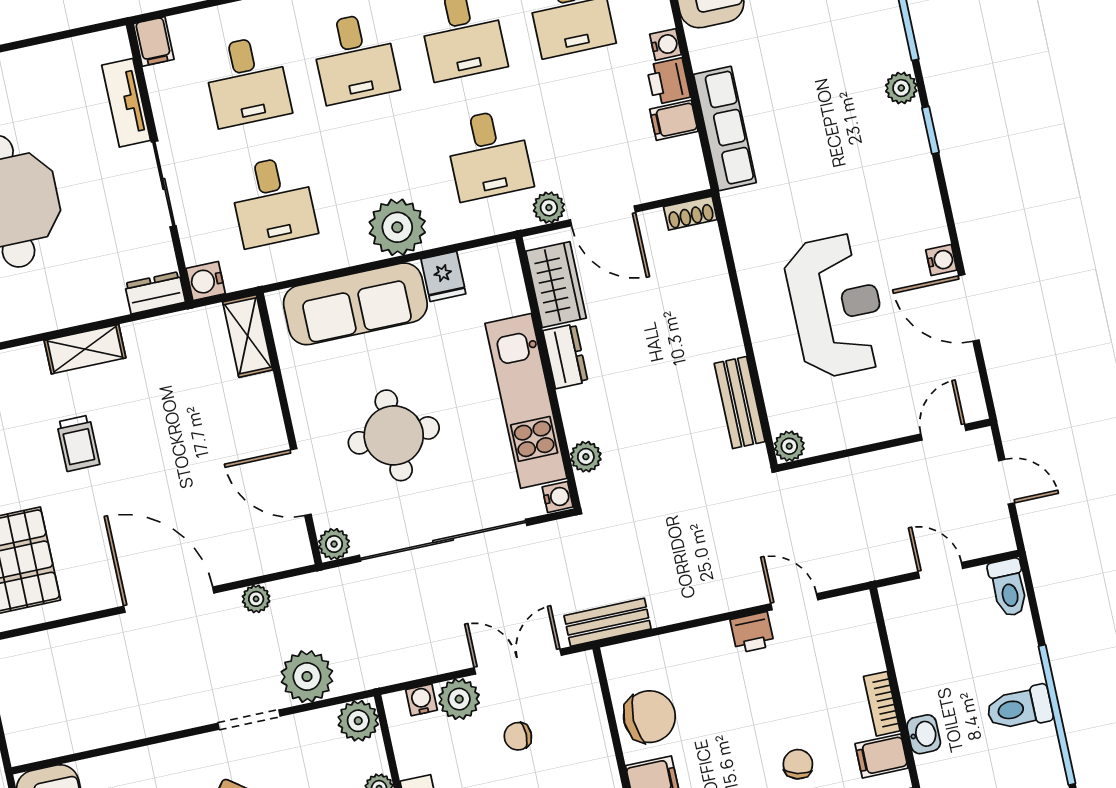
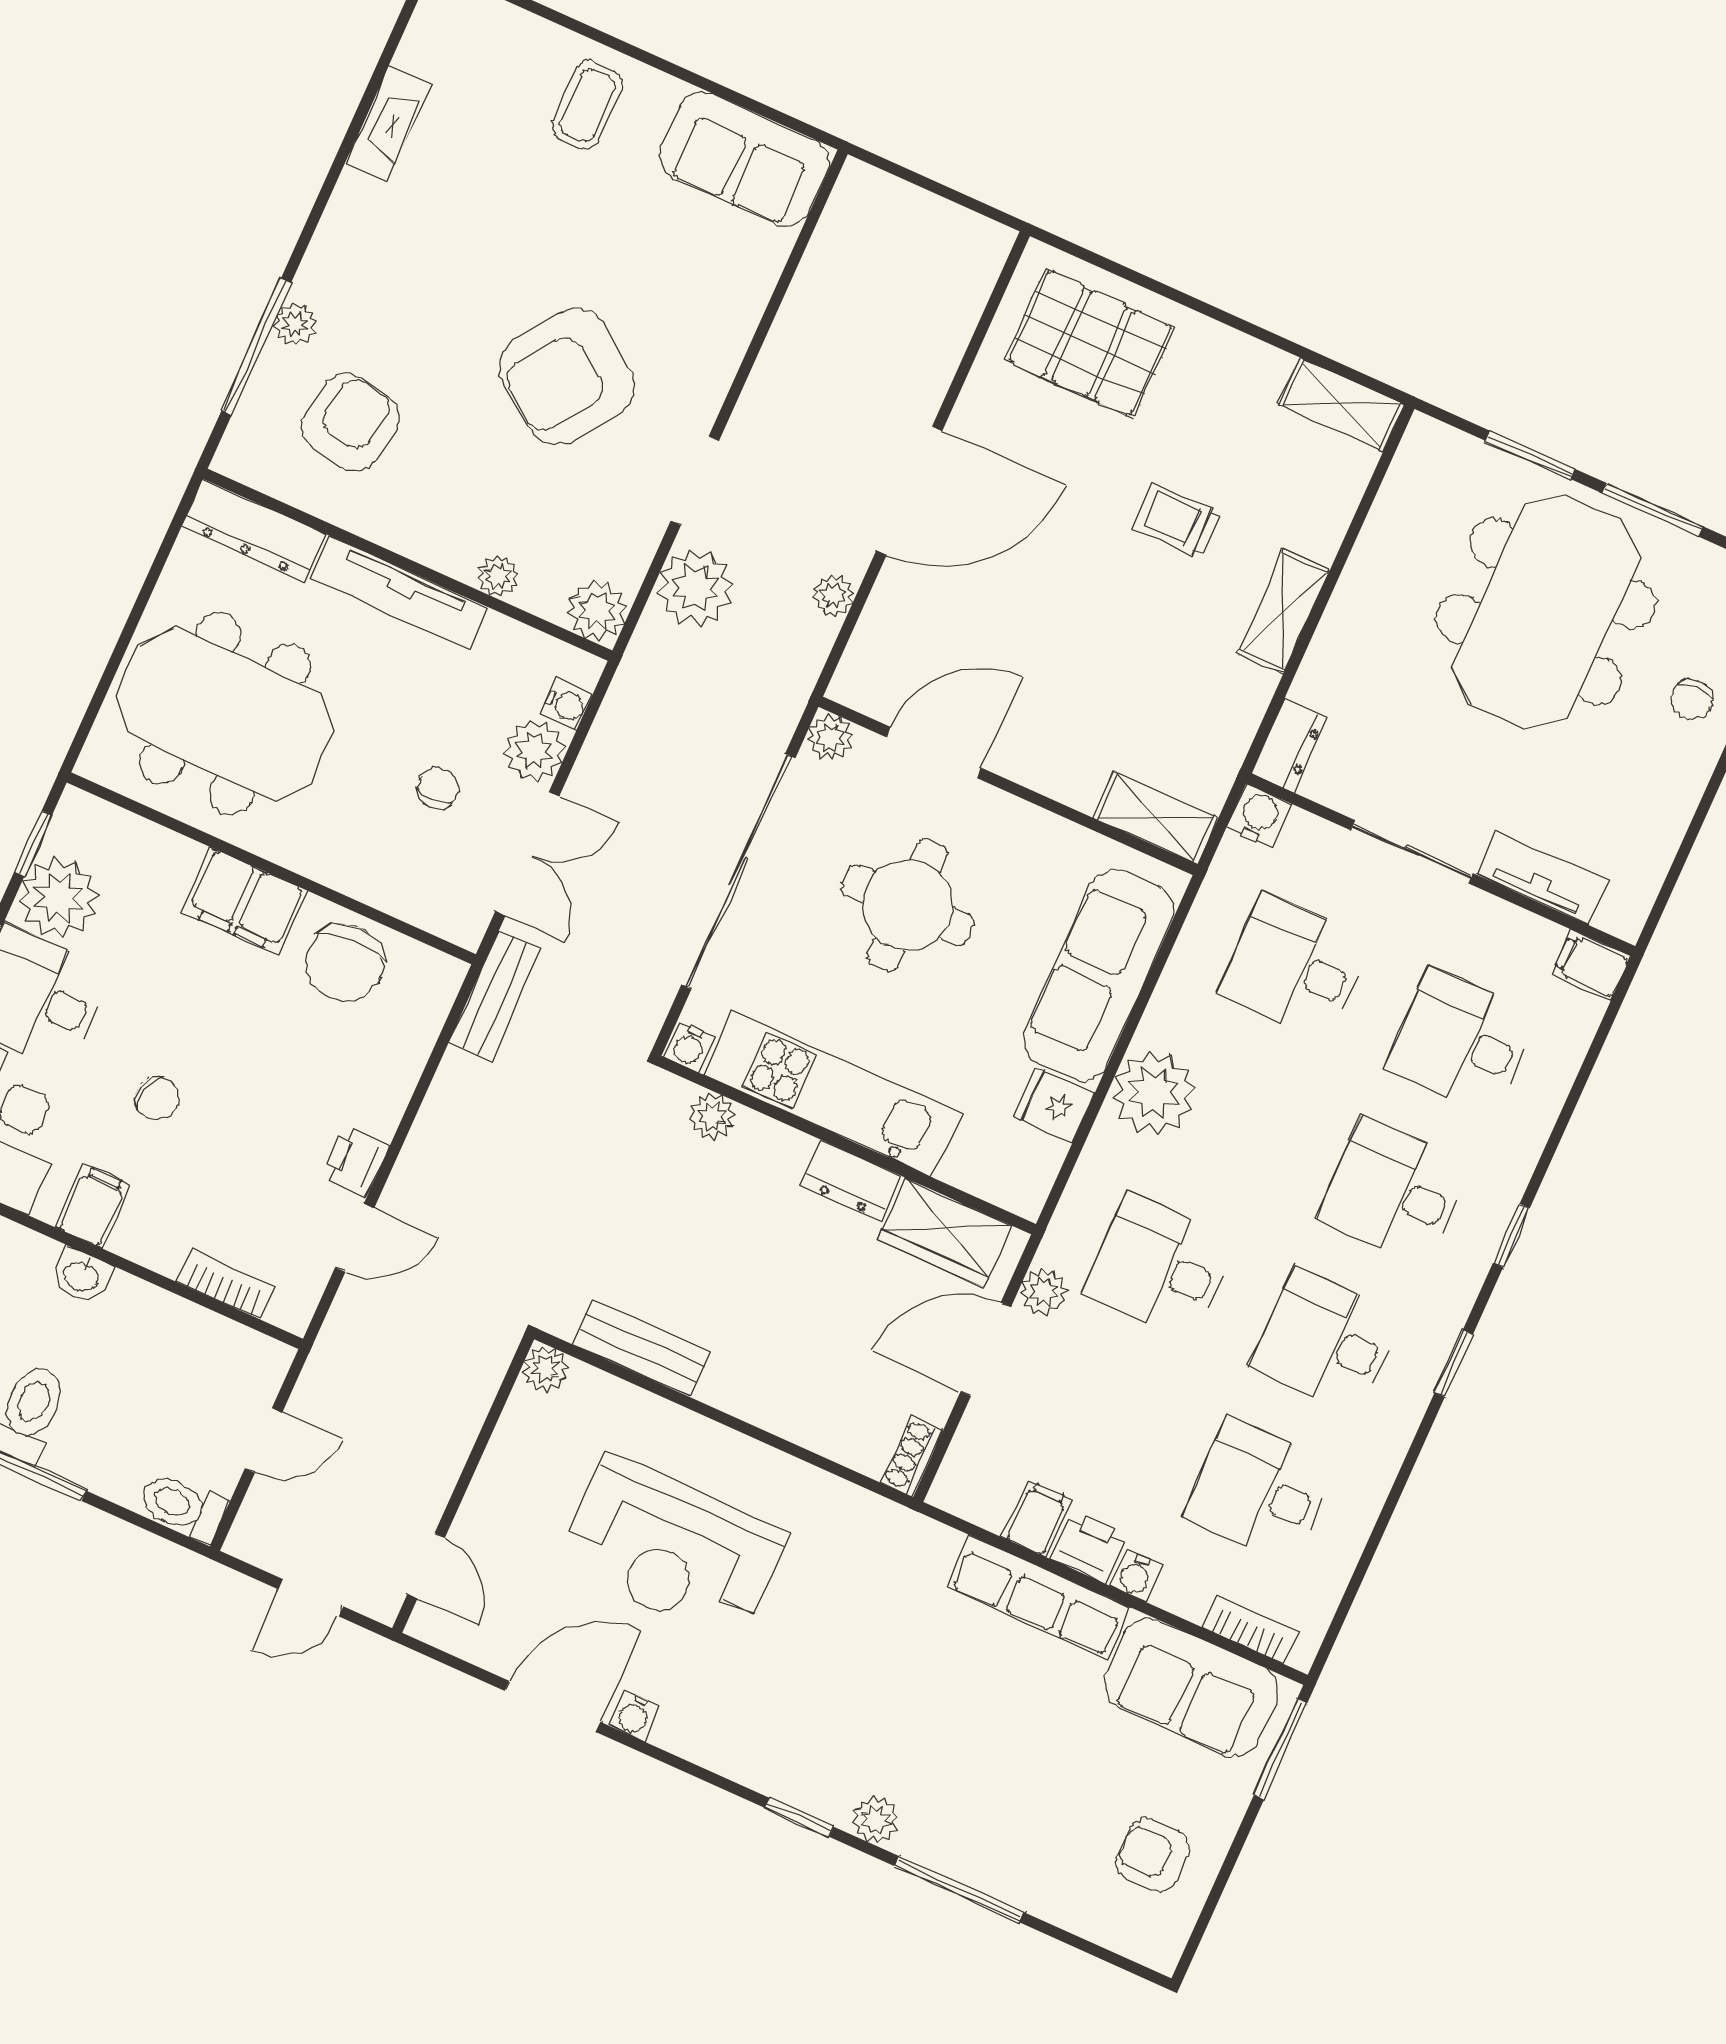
row of seats: (725, 129) -> (1038, 1597), moved
bookcase: (882, 704) -> (225, 1284), moved

